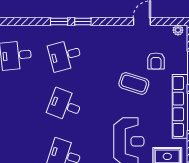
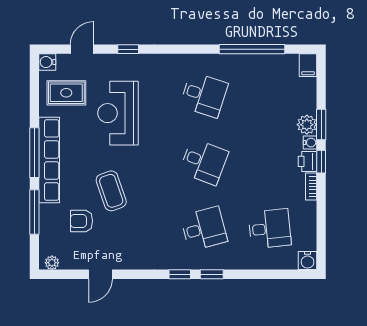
armchair: (156, 61) -> (82, 221), turned -90
coffee table: (134, 83) -> (111, 191), turned 53

